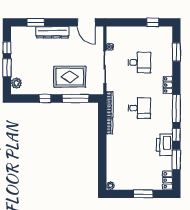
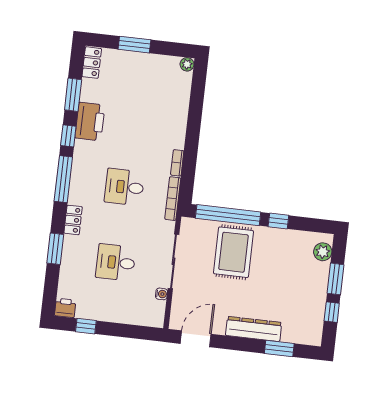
door: (86, 22) -> (196, 339), hinge flipped
printer: (166, 32) -> (65, 308), added
window: (176, 52) -> (55, 249), moved
rug: (70, 77) -> (234, 252), turned 90
window: (76, 98) -> (228, 215), width x1.46

